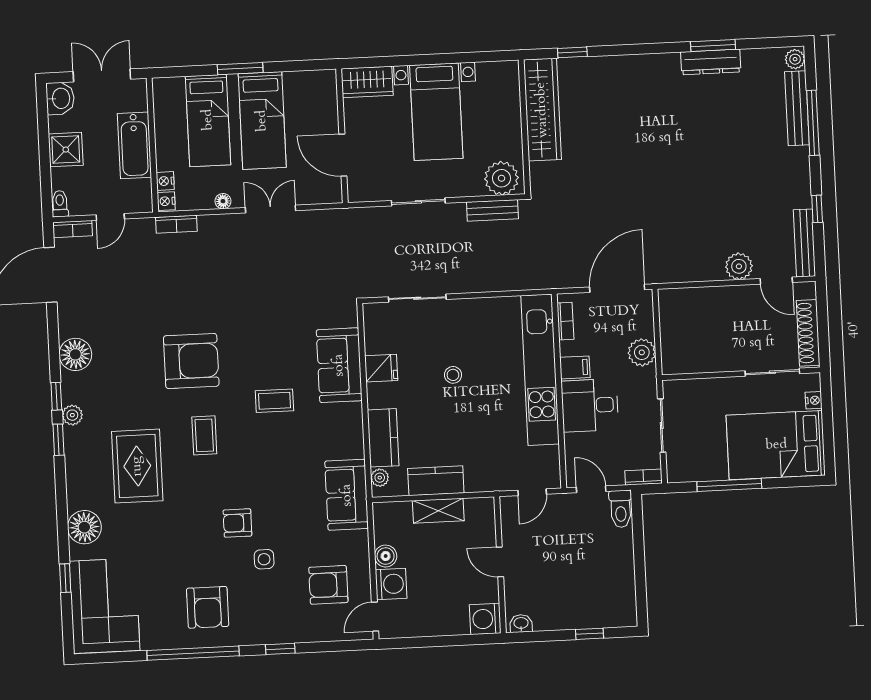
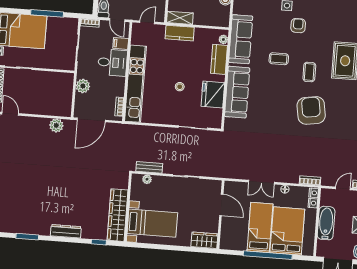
dresser: (711, 62) -> (66, 231), moved
window: (240, 69) -> (268, 255), width x2.11
bed with nightstands: (436, 112) -> (152, 223), moved, turned 90
bed: (208, 120) -> (287, 231), width x1.50
plant: (502, 178) -> (147, 179), width x0.53, depth x0.53
plant: (739, 266) -> (56, 125), moved
armchair: (191, 361) -> (311, 110), turned 81
sofa: (339, 365) -> (237, 92), width x1.36
filing cabinet: (575, 367) -> (121, 43), moved
fridge: (381, 368) -> (213, 94), width x1.88, depth x1.34
coffee table: (274, 401) -> (279, 59), moved
kitchen counter: (436, 481) -> (180, 33), moved
sofa: (347, 495) -> (241, 39), width x1.36
shelving: (438, 511) -> (180, 18), moved
armchair: (237, 523) -> (298, 26), turned -90

